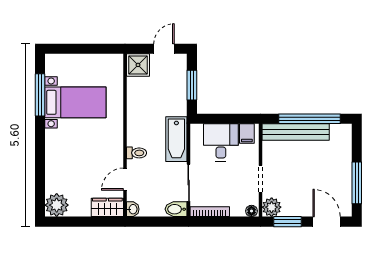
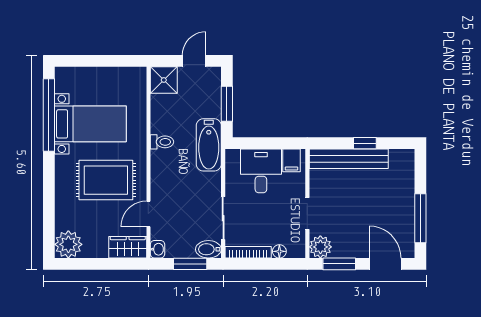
window: (40, 95) -> (49, 115), width x1.46
window: (309, 119) -> (365, 143), width x0.32
bathtub: (176, 139) -> (209, 145), moved
rug: (89, 150) -> (106, 180), added
toilet: (136, 153) -> (162, 142), moved
floor lamp: (251, 211) -> (279, 251), moved
window: (161, 222) -> (190, 264), added

